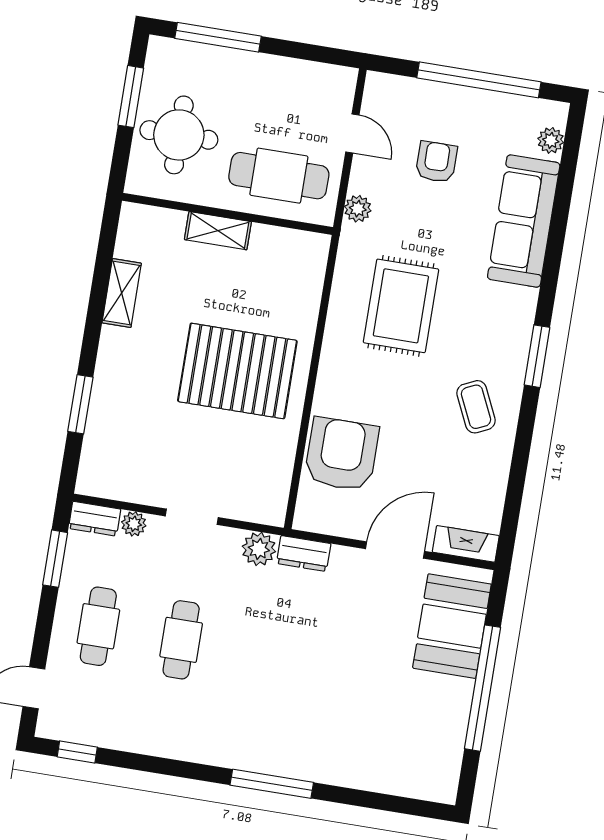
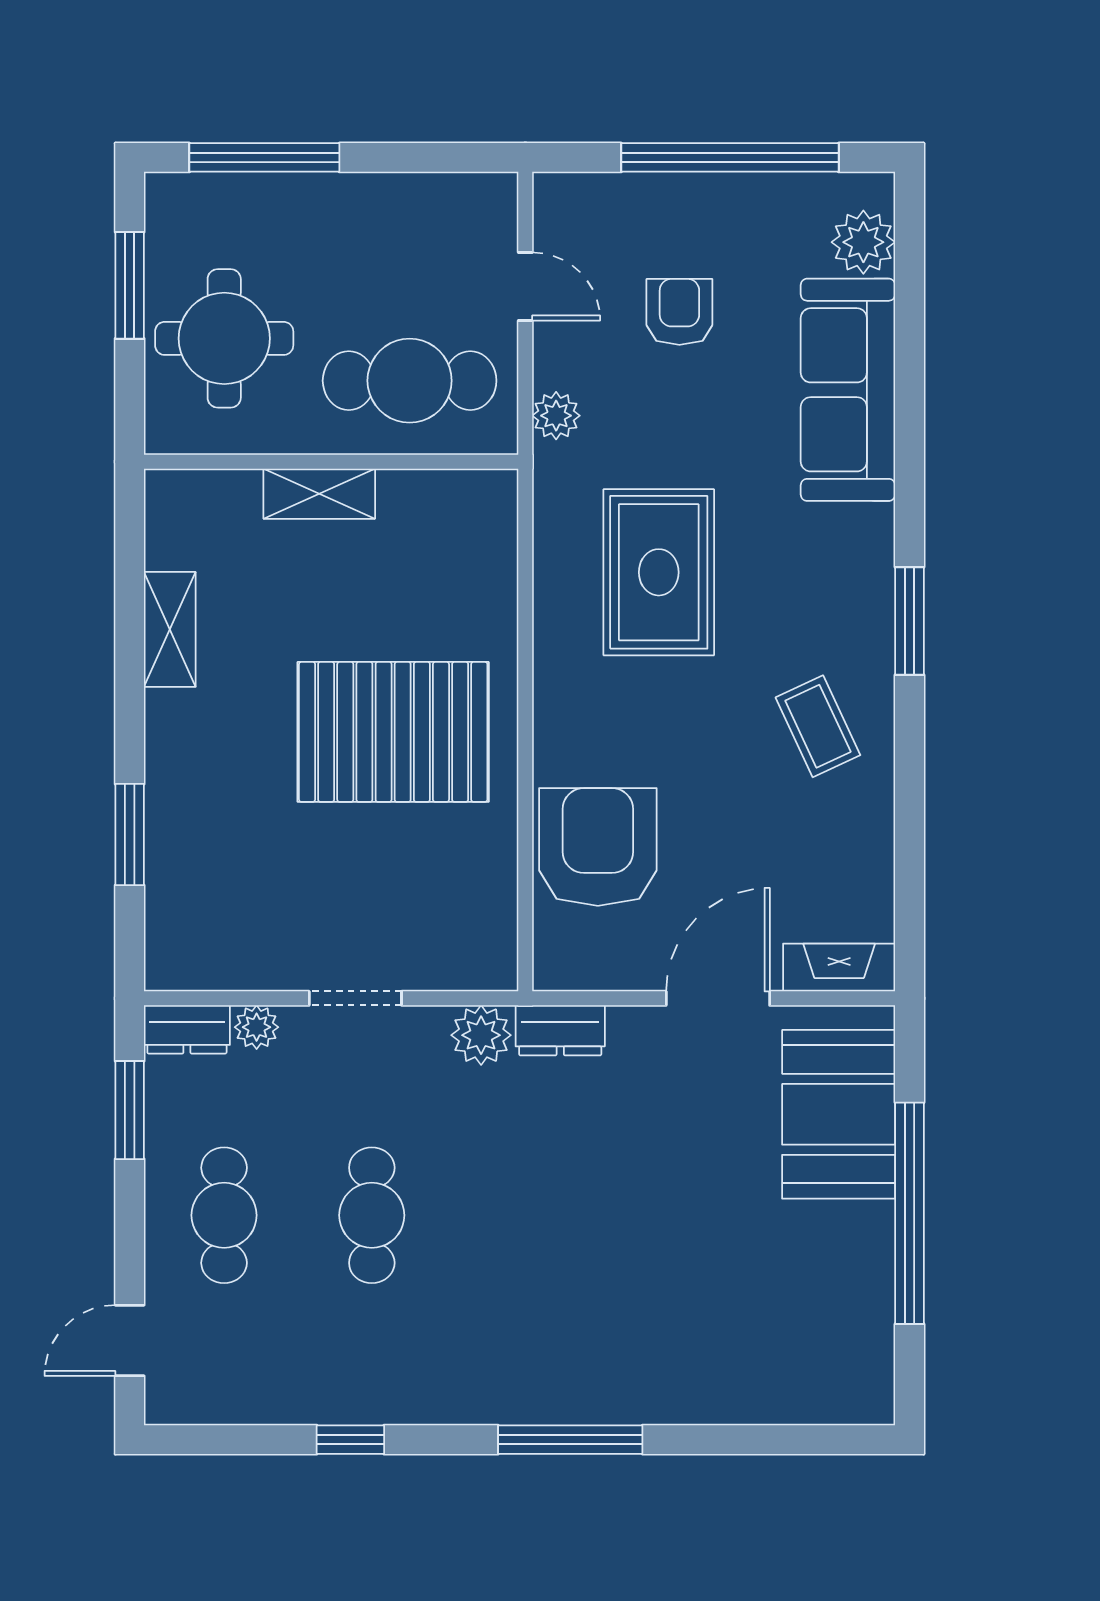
plant: (551, 140) -> (863, 242), width x1.38, depth x1.38
window: (77, 752) -> (350, 1440), moved

